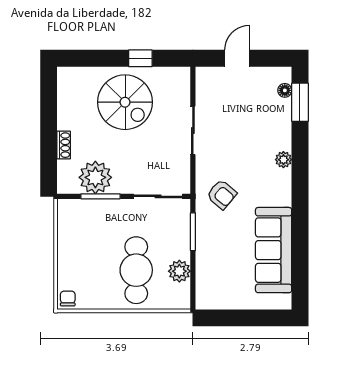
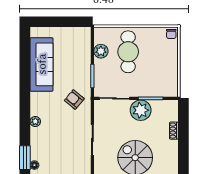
plant: (95, 177) -> (141, 110), moved

